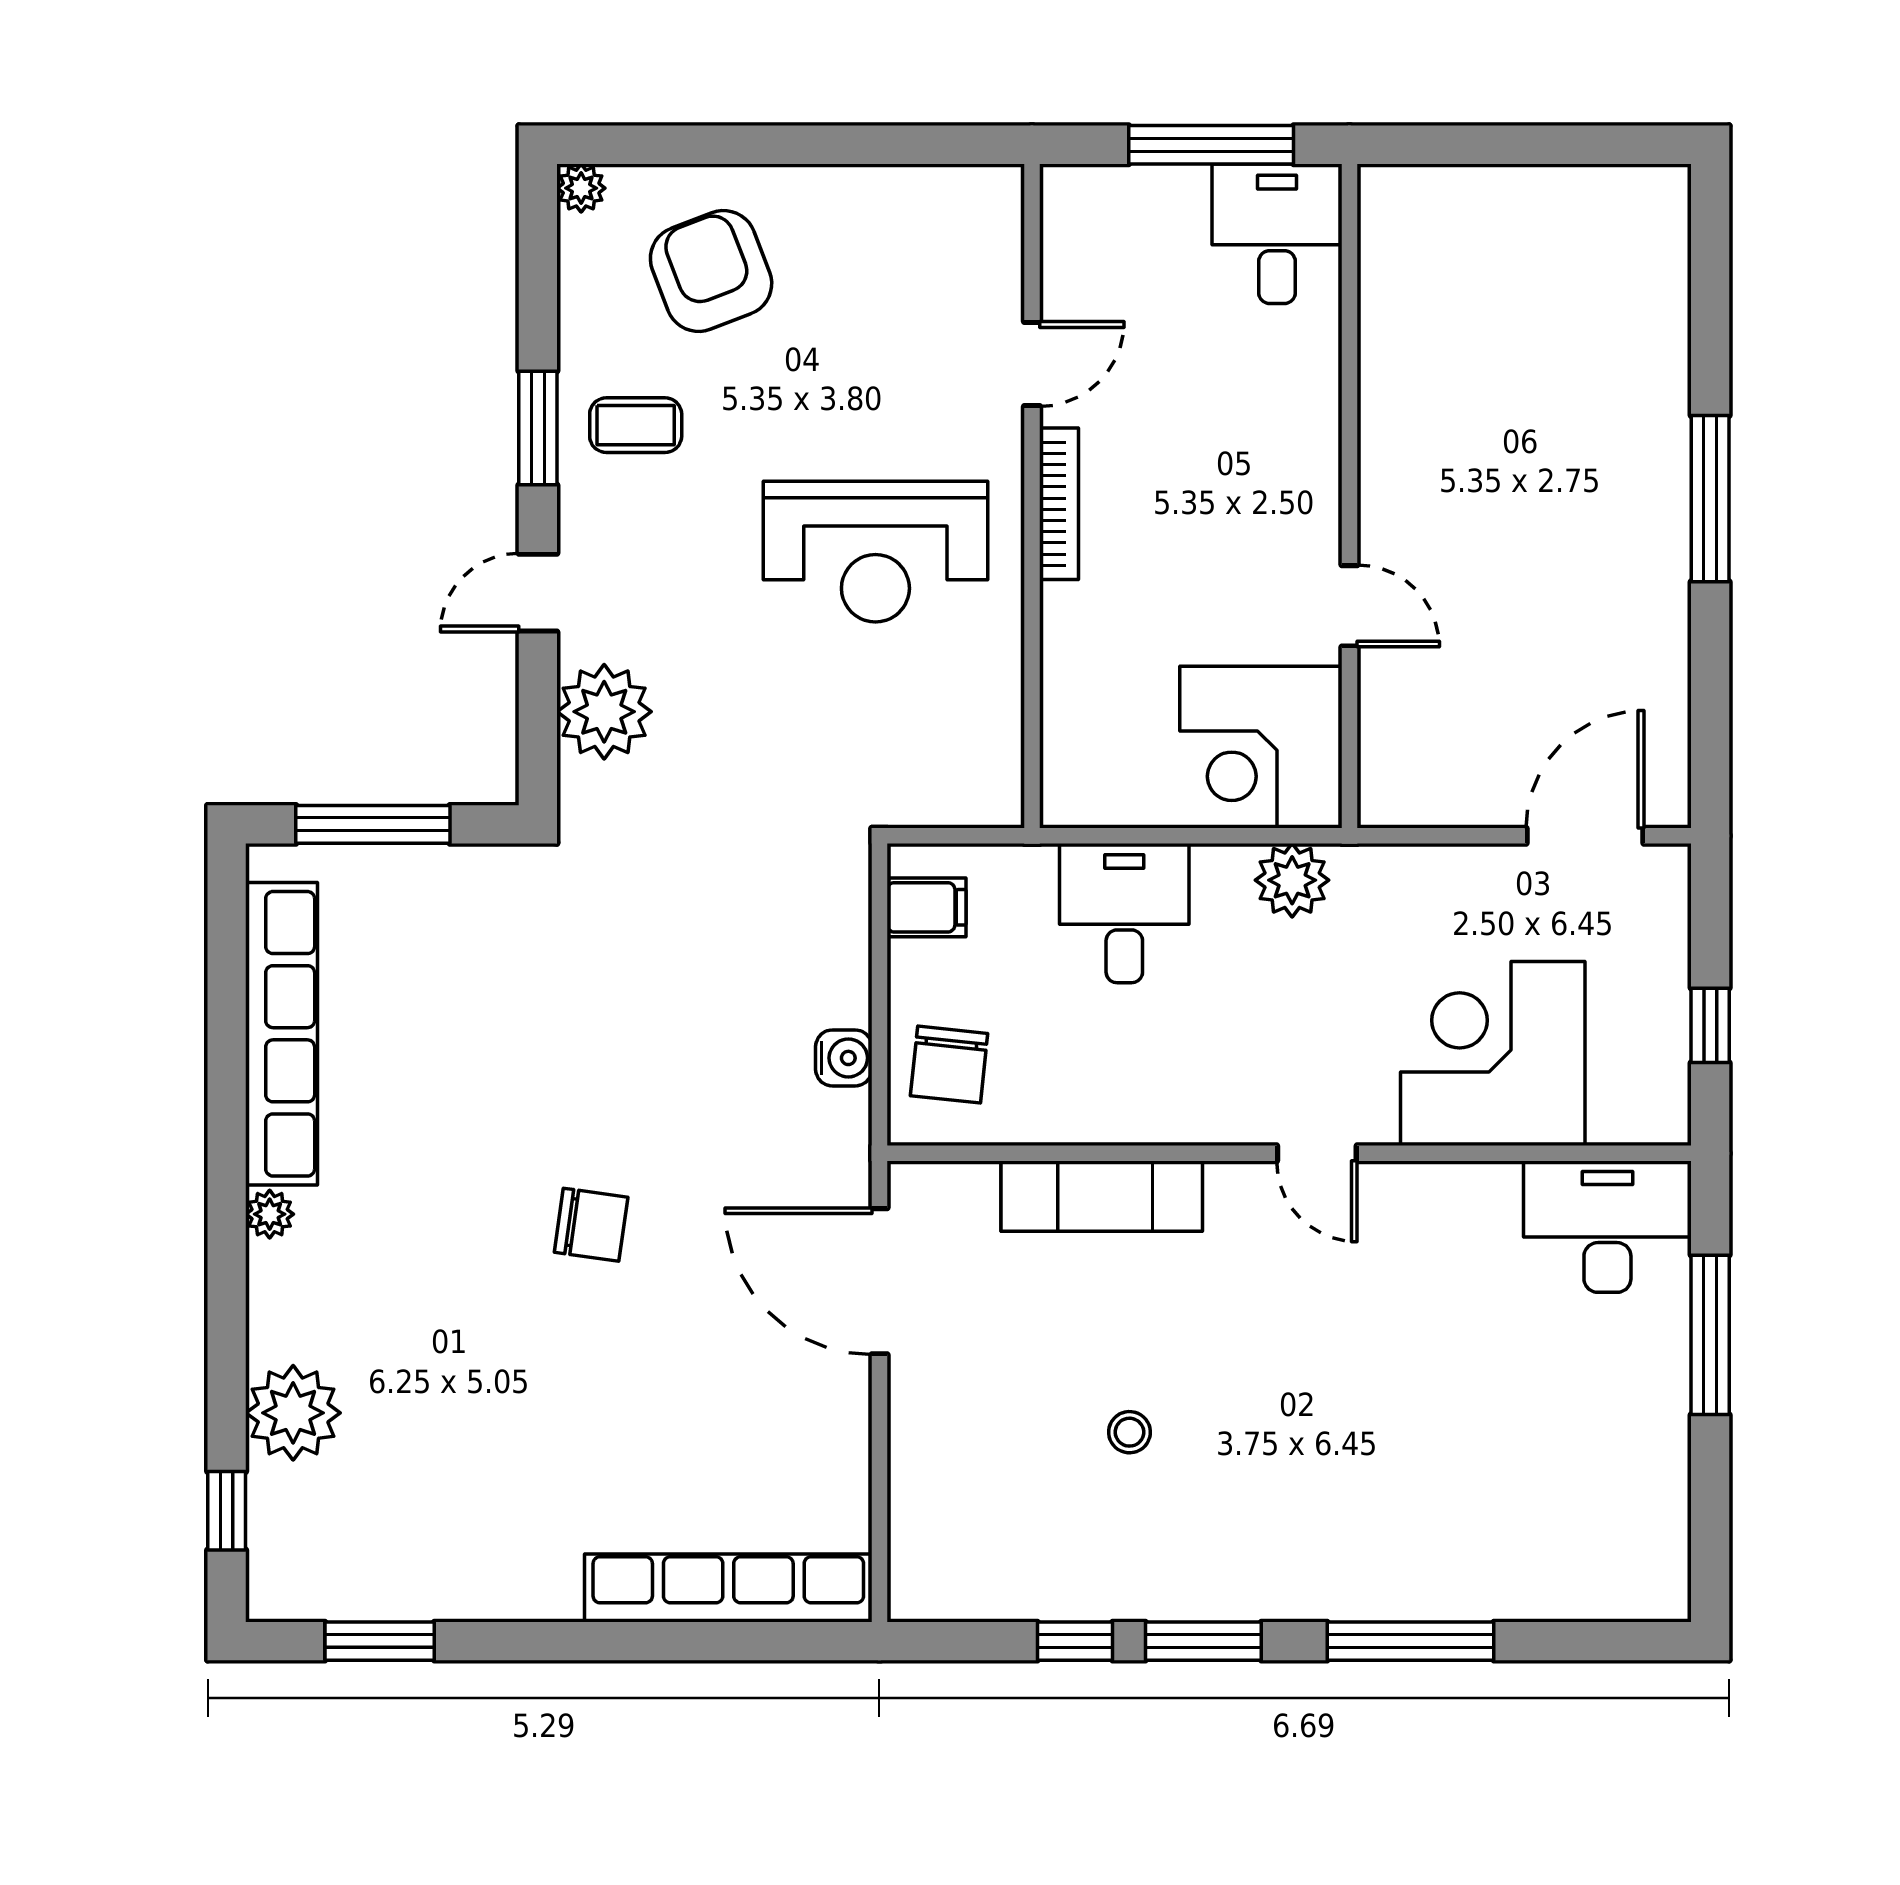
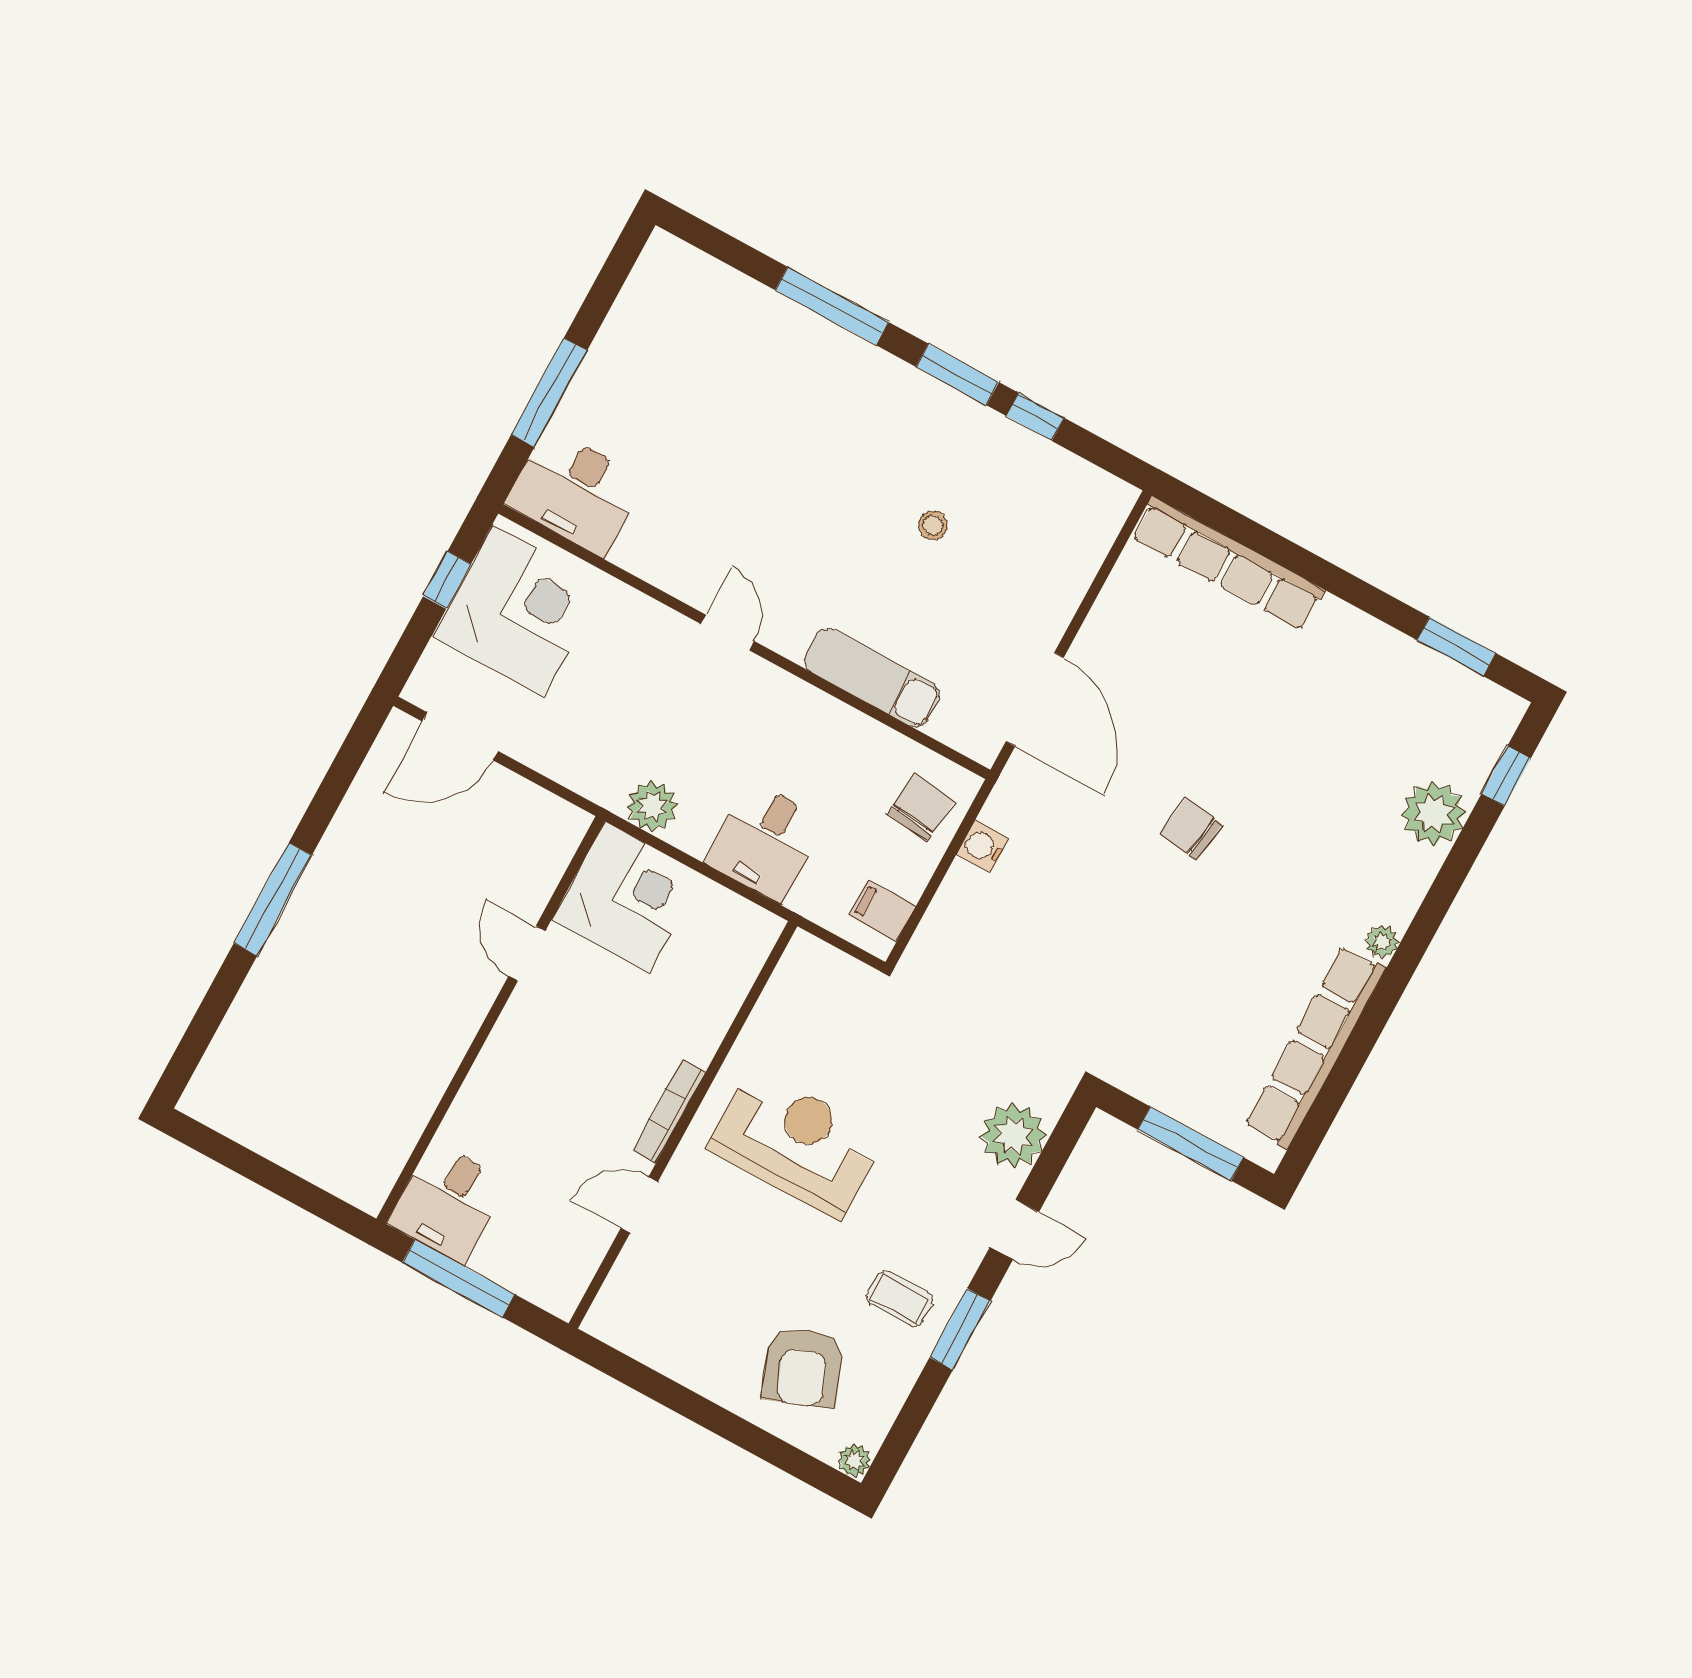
corner desk: (1493, 1054) -> (518, 610), moved, turned -90

